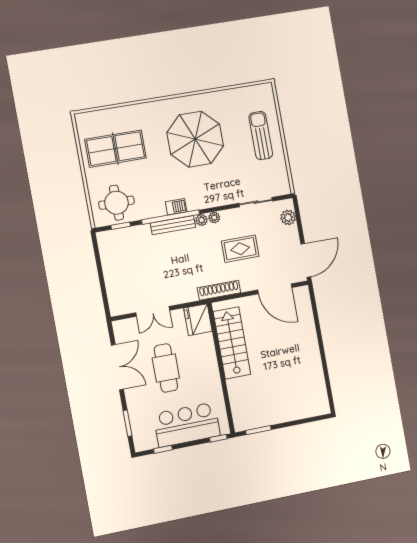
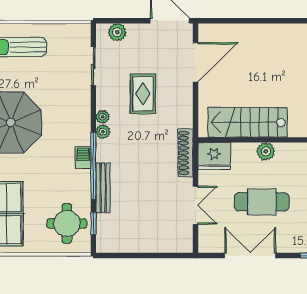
bench: (173, 225) -> (103, 188), moved
shoe rack: (219, 290) -> (185, 153), moved
plant: (210, 363) -> (266, 151), added

